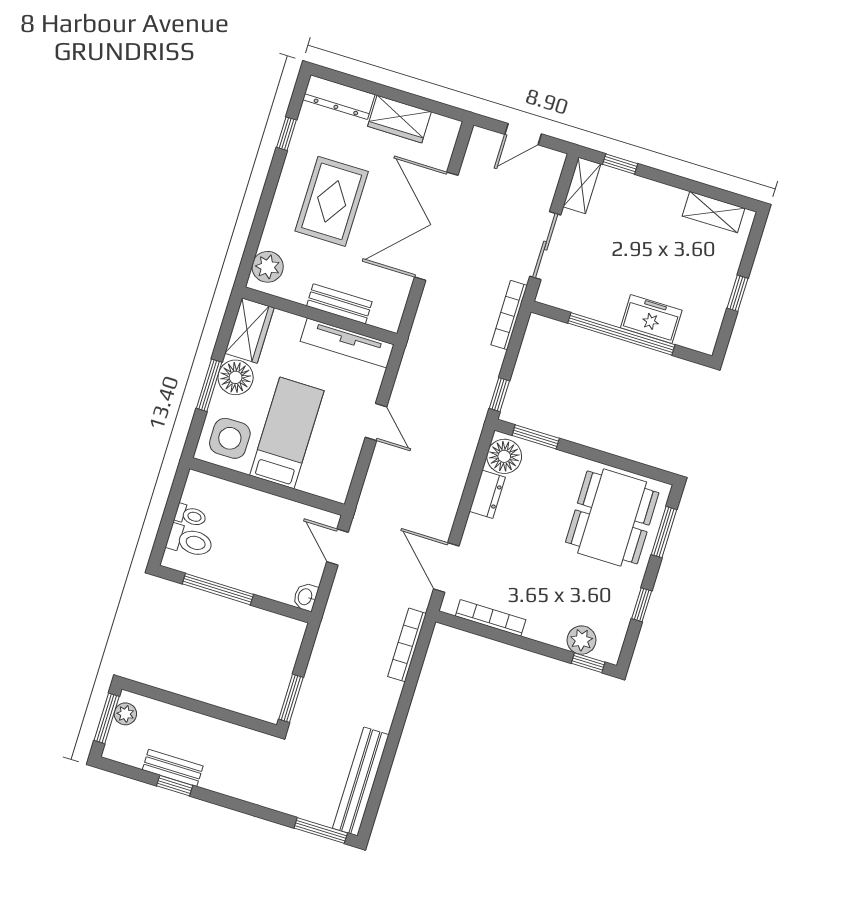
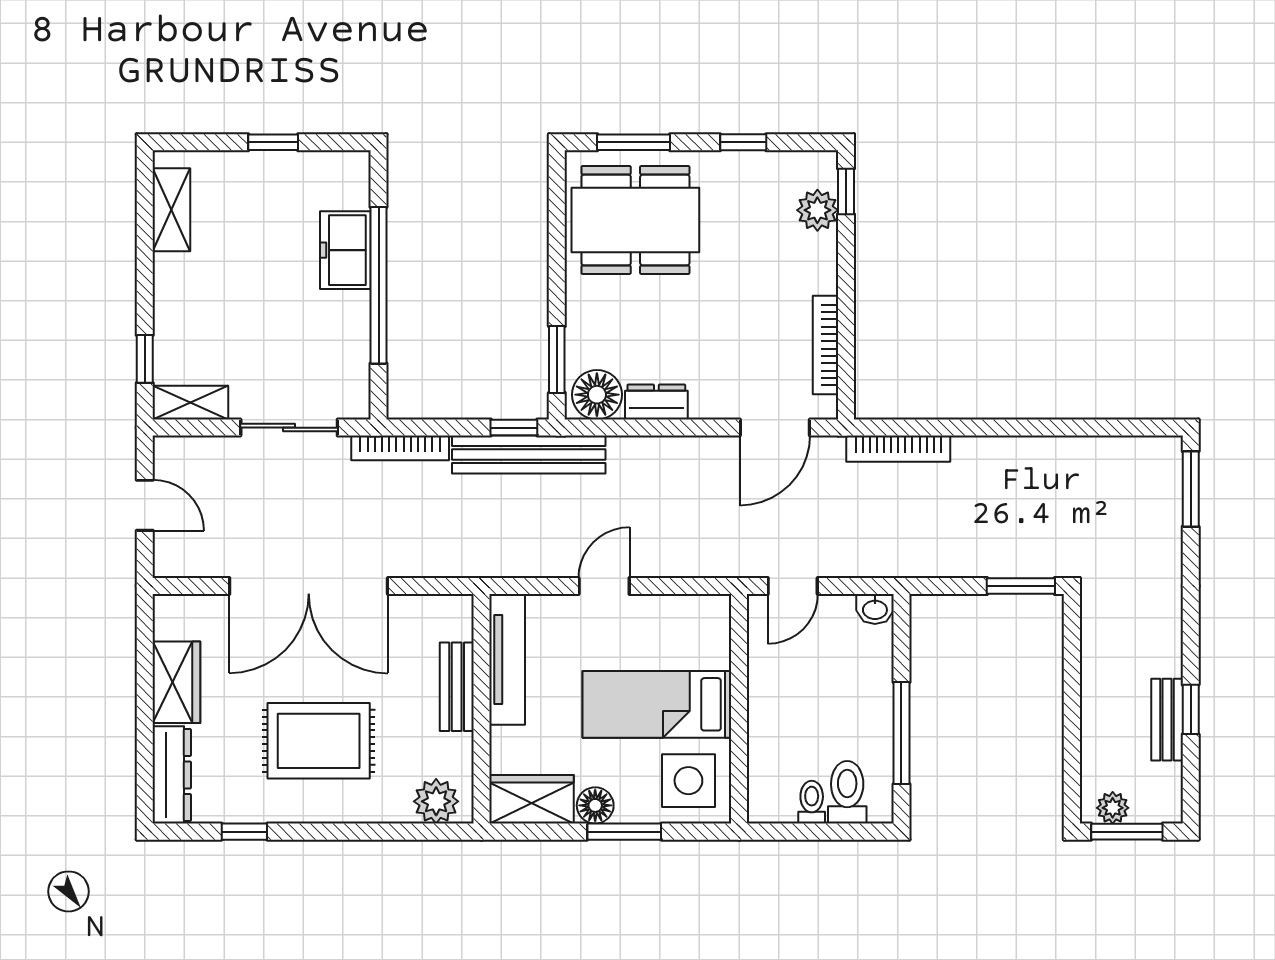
floor lamp: (236, 377) -> (595, 805), width x0.73, depth x0.73
bench: (361, 781) -> (529, 455), moved

